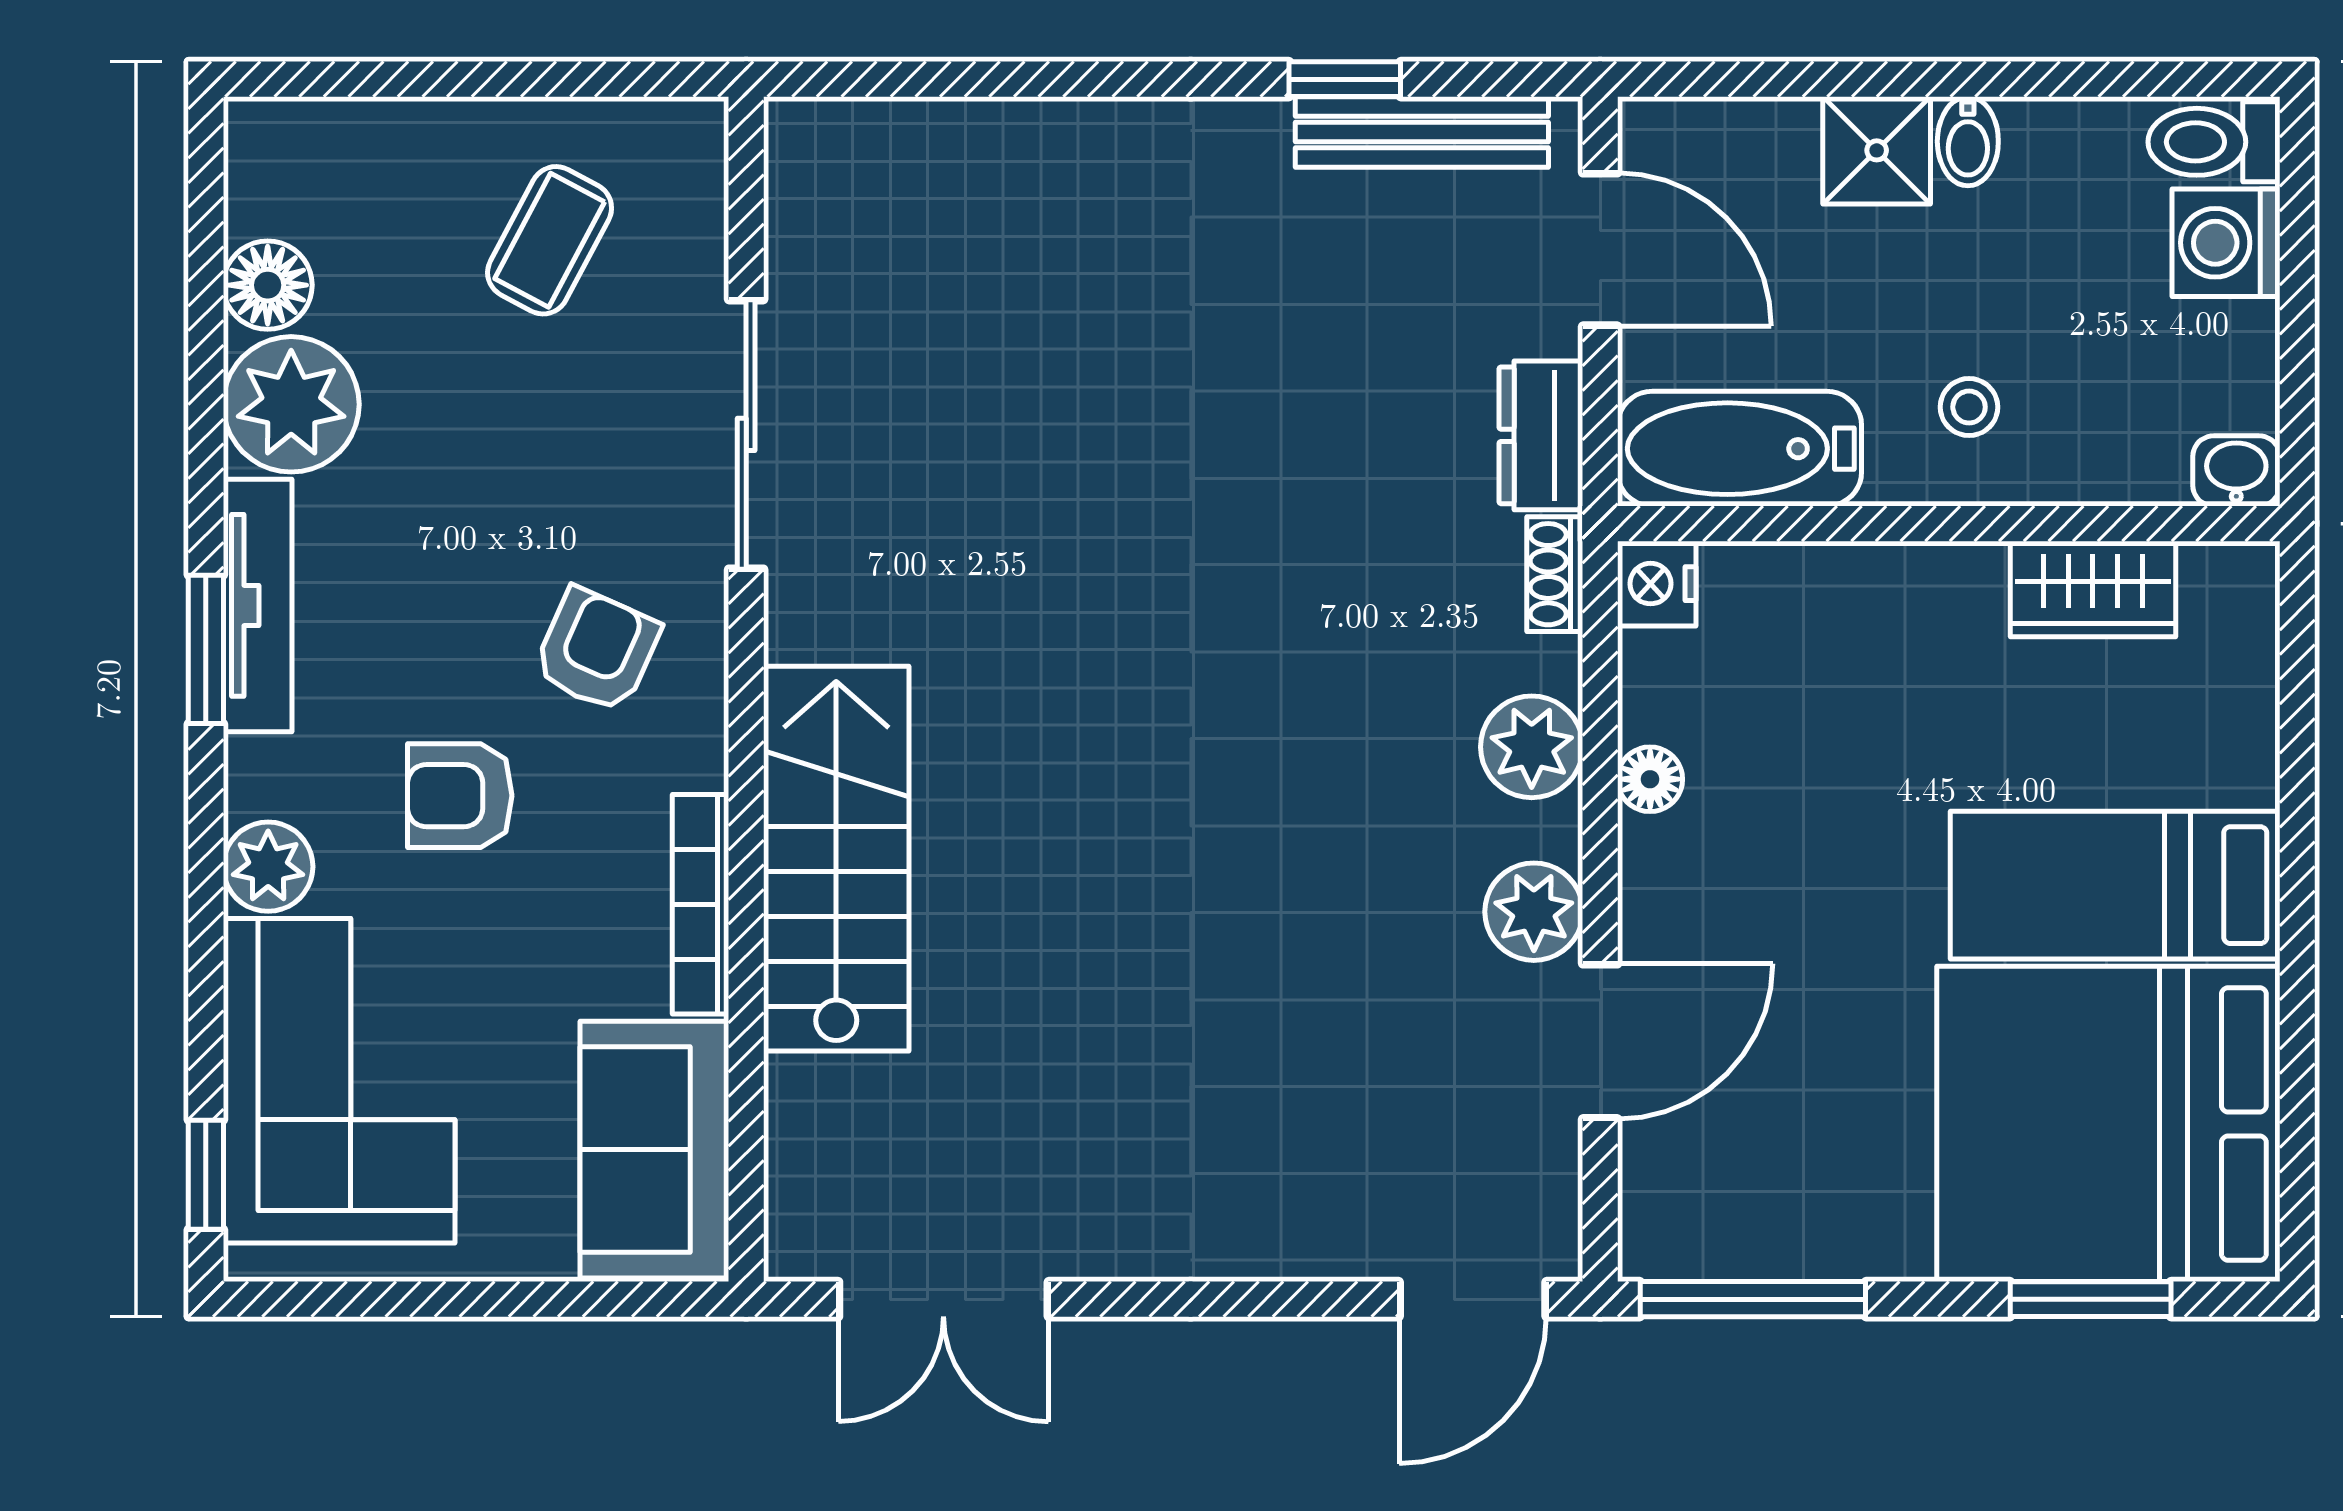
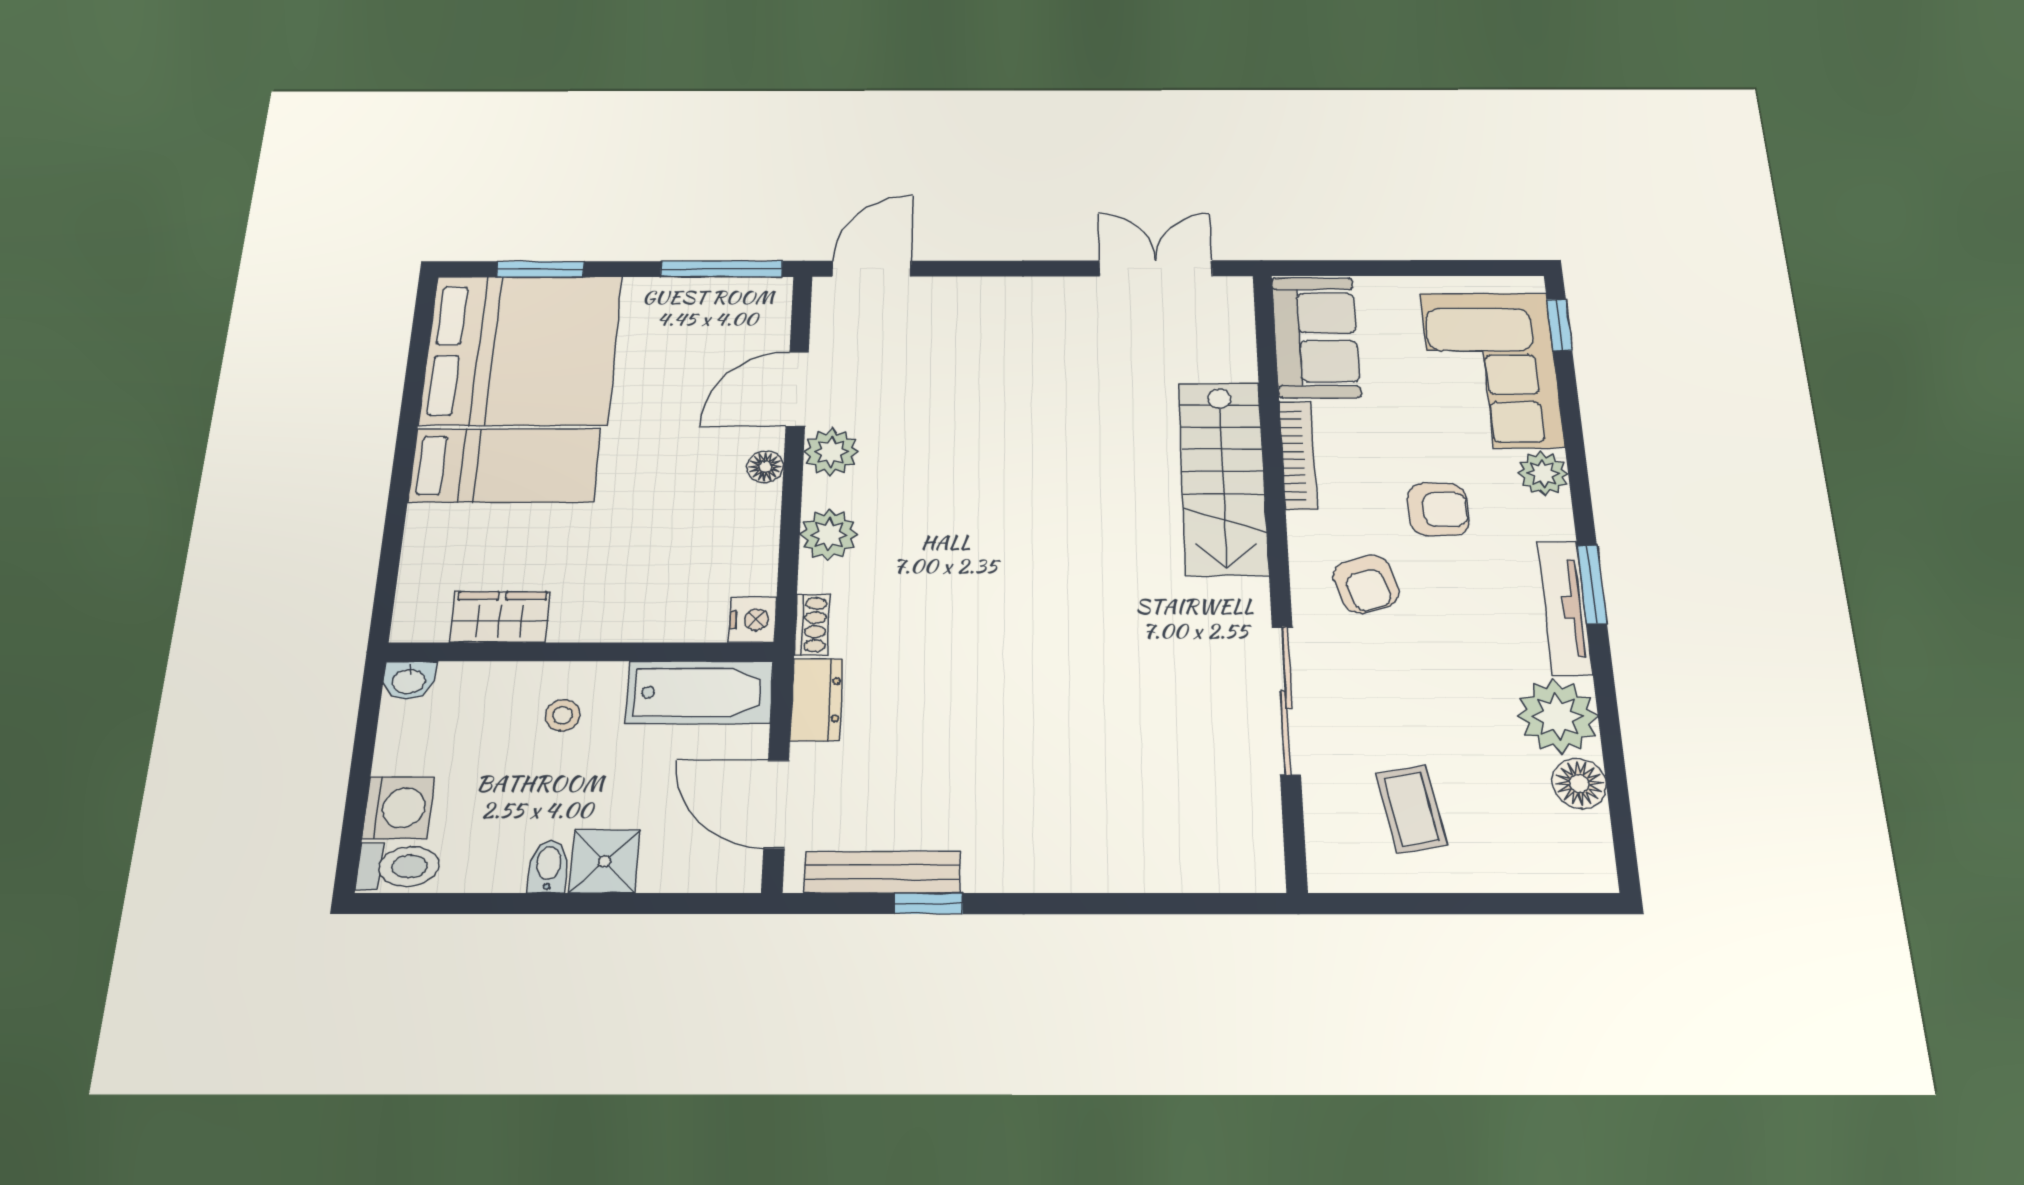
coffee table: (550, 240) -> (1411, 809), turned -38
armchair: (597, 650) -> (1366, 584), turned -41
floor lamp: (1650, 779) -> (765, 467), moved

